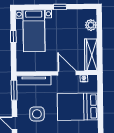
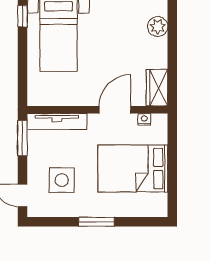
window: (13, 37) -> (22, 16), moved
wardrobe: (91, 55) -> (157, 88), width x0.67
door: (67, 73) -> (115, 110), hinge flipped

